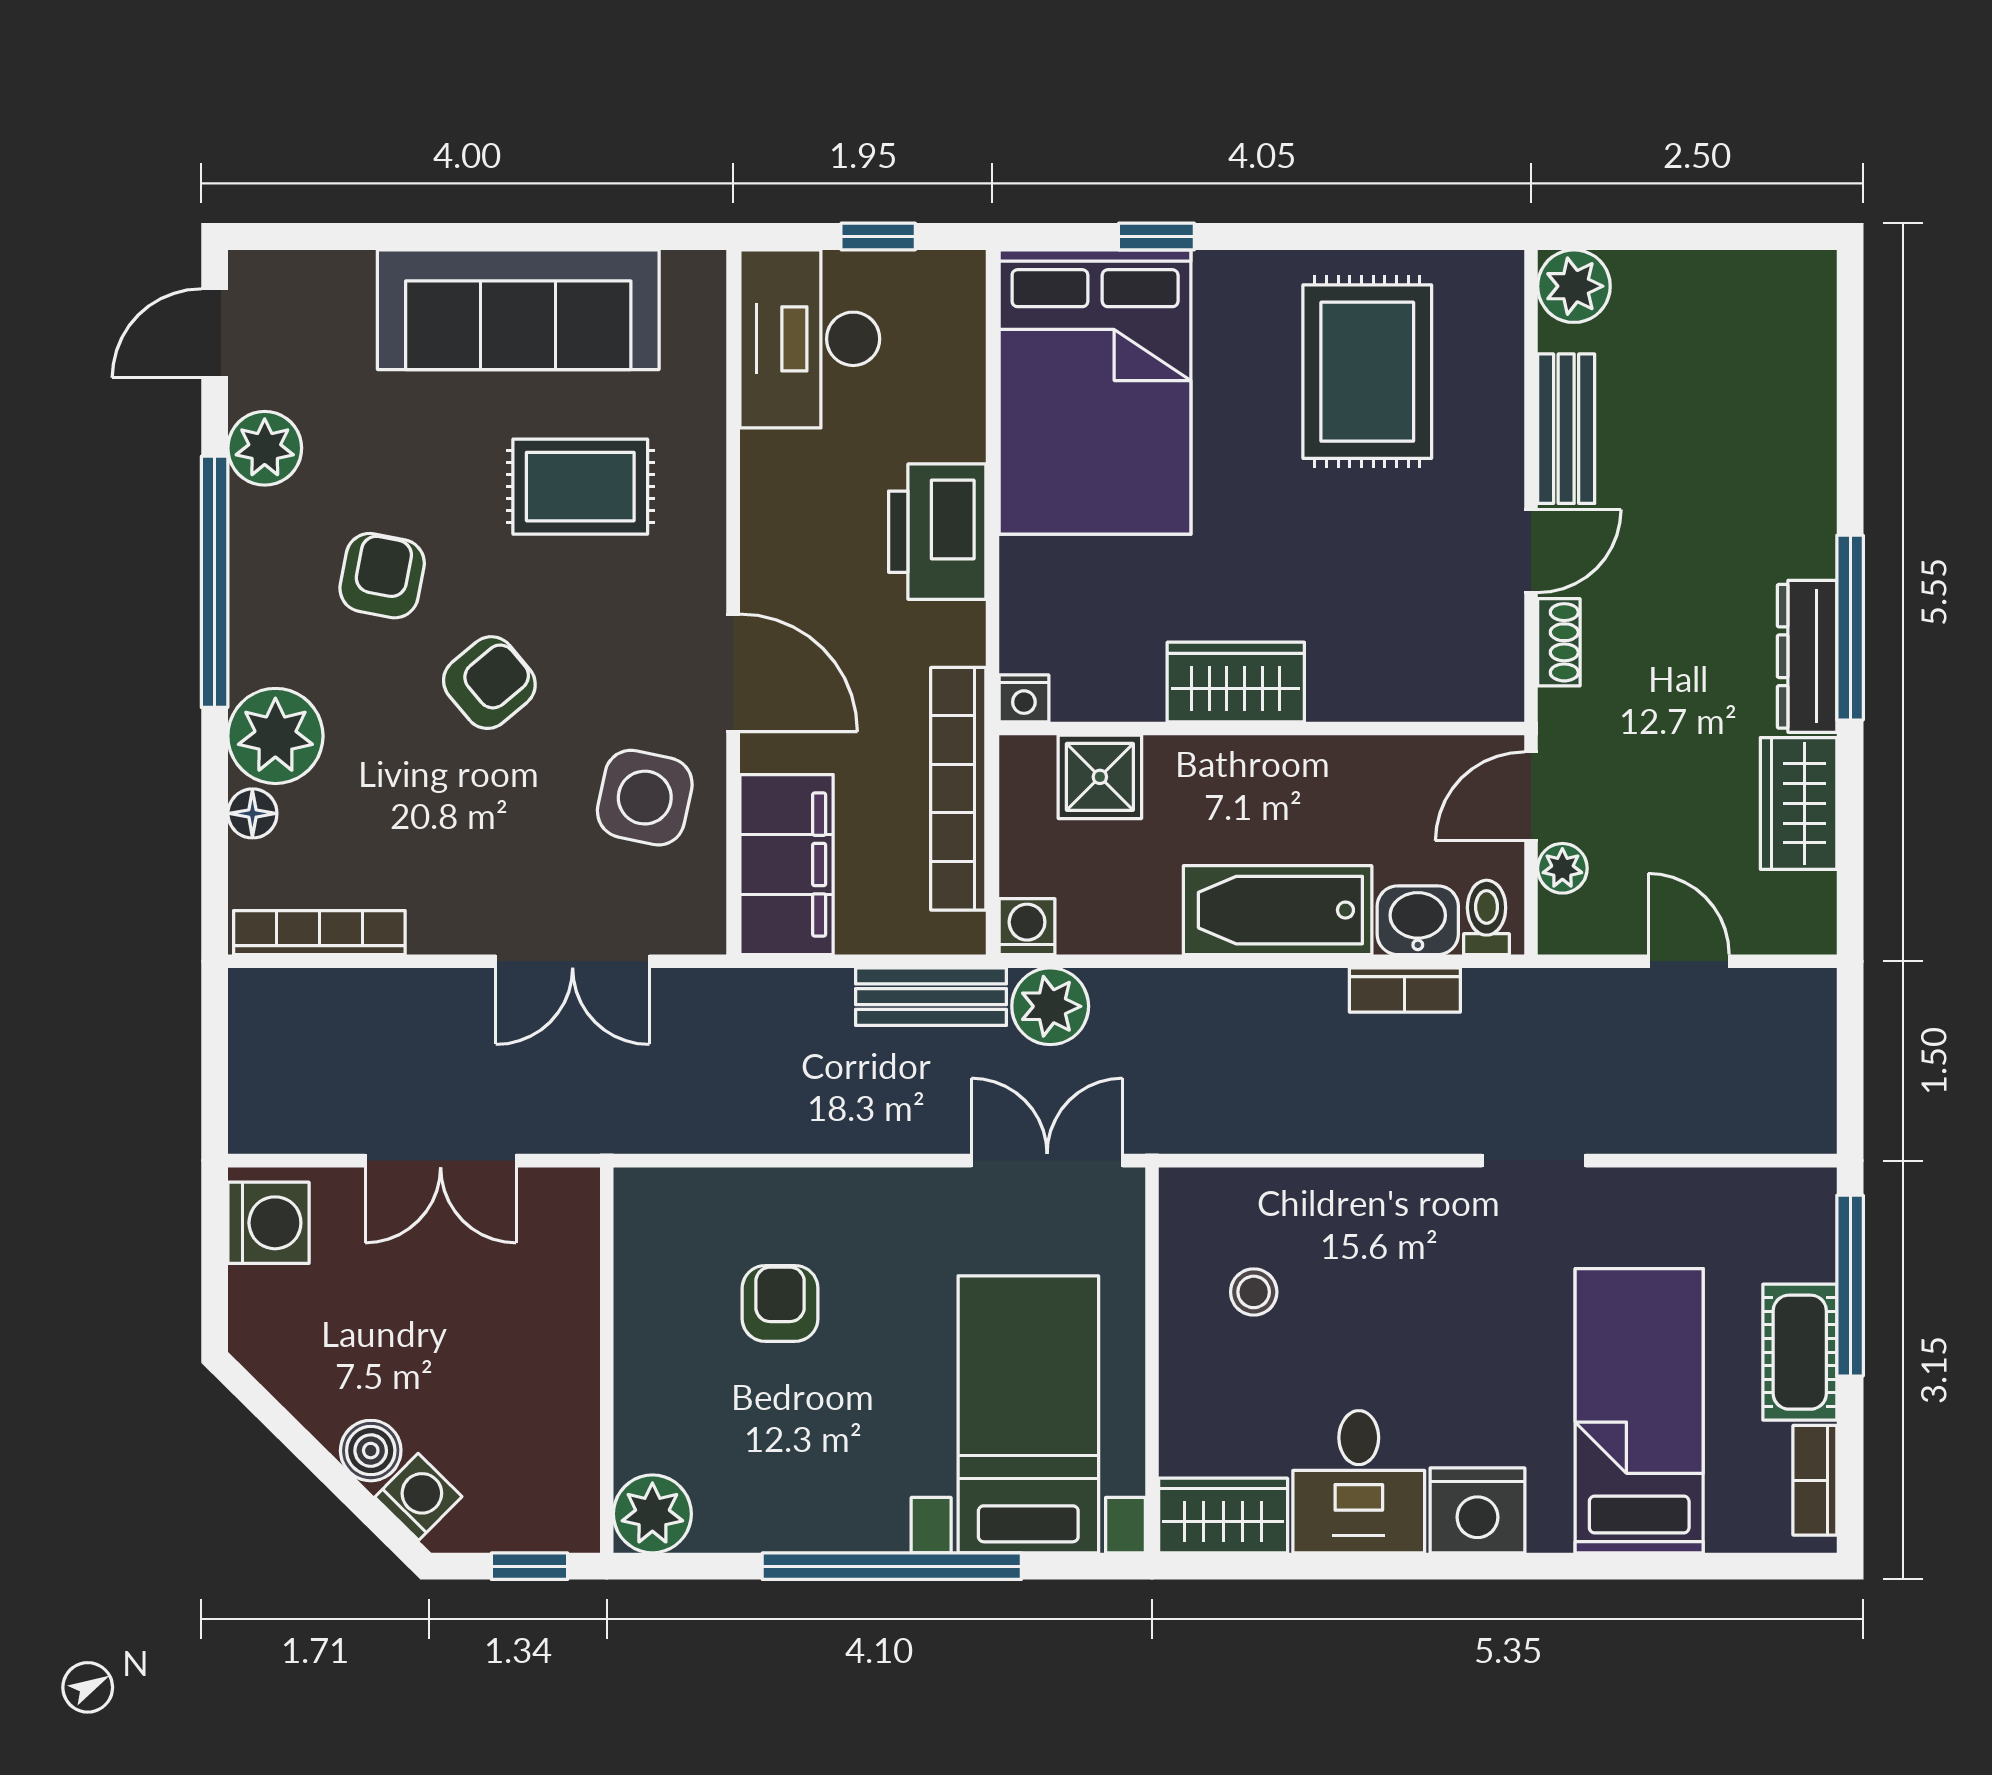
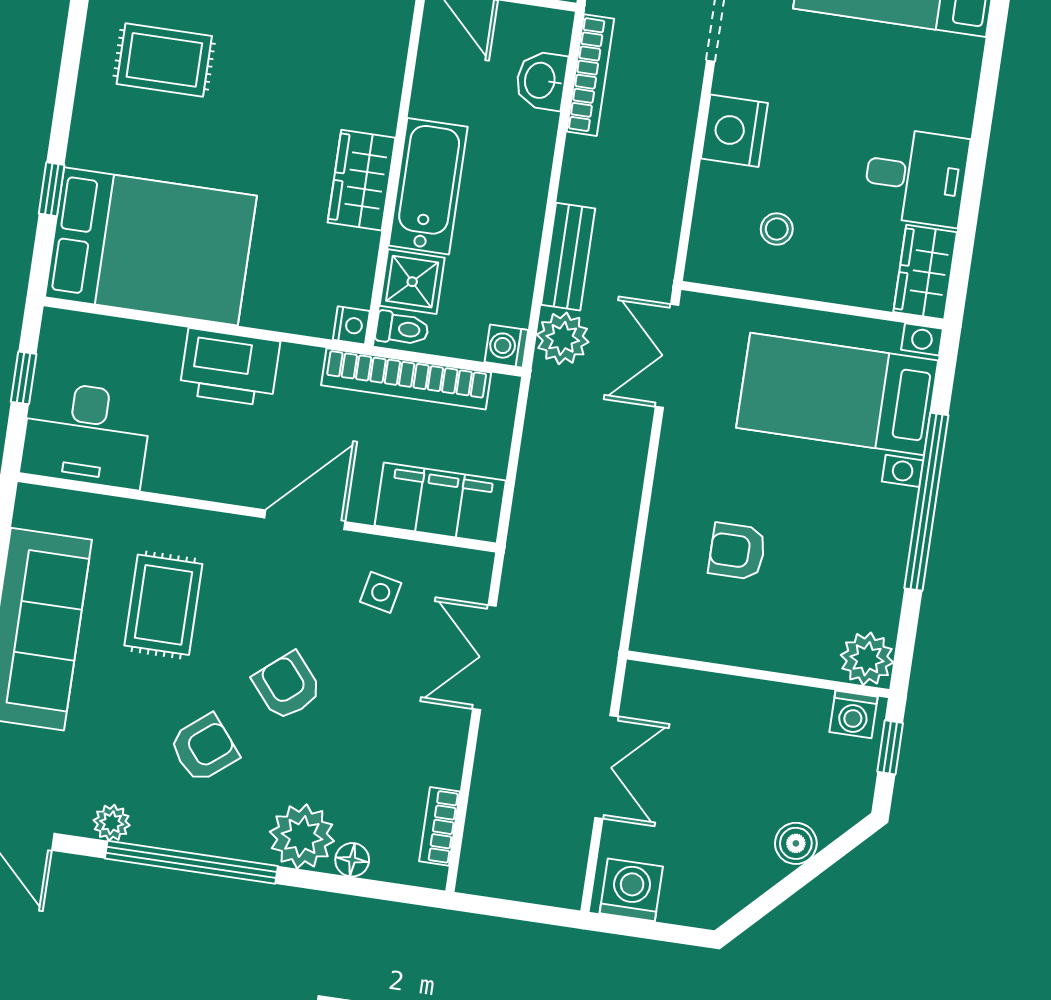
rug: (1367, 372) -> (164, 60), width x0.73, depth x0.70
plant: (265, 448) -> (112, 823), width x0.73, depth x0.73
armchair: (382, 576) -> (204, 748), turned 130
side table: (645, 798) -> (381, 592), width x0.54, depth x0.54
bathtub: (1278, 910) -> (428, 186), moved, turned 180
toilet: (1487, 917) -> (402, 329), moved, turned 180
bookcase: (319, 933) -> (440, 826), width x0.64
double door: (573, 961) -> (484, 658), swing flipped
bookcase: (1405, 990) -> (590, 75), width x1.56
bench: (931, 997) -> (568, 257), moved
washing machine: (418, 1497) -> (853, 714), moved, turned -135
nightstand: (1477, 1510) -> (734, 131), moved, turned 180

